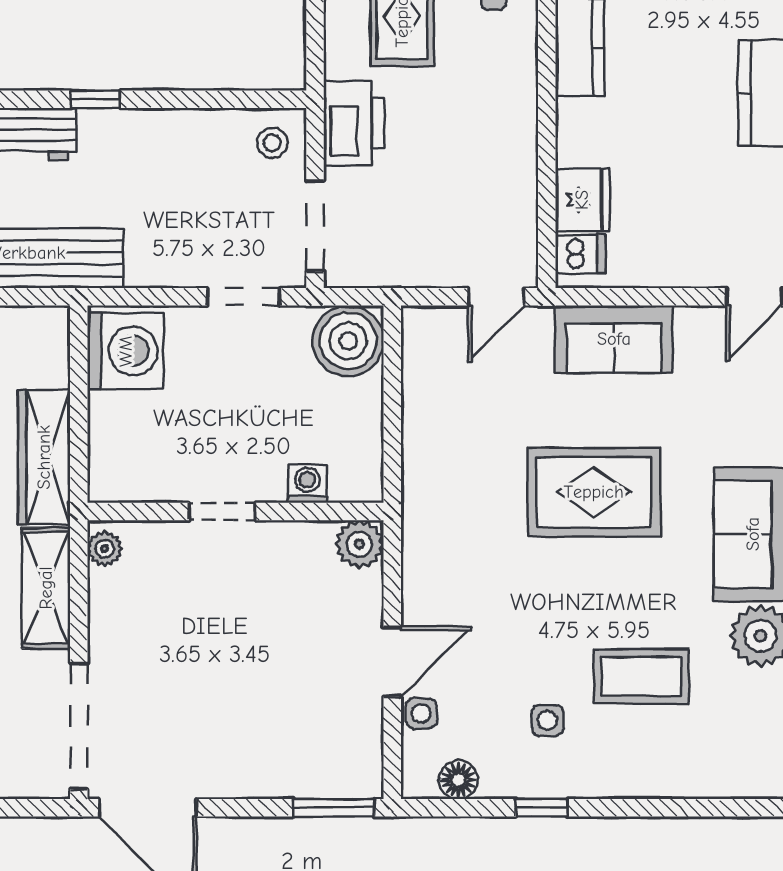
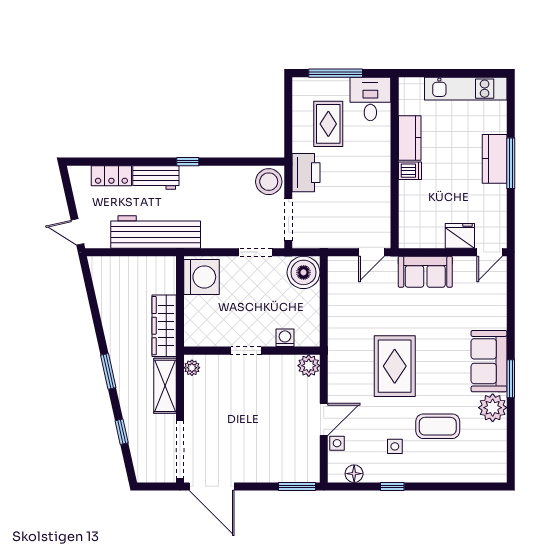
stool: (272, 143) -> (269, 182), width x1.89, depth x1.89
fridge: (582, 200) -> (460, 236), moved, turned -90
dishwasher: (580, 254) -> (410, 171), moved
rug: (594, 492) -> (395, 366), moved, turned 90

